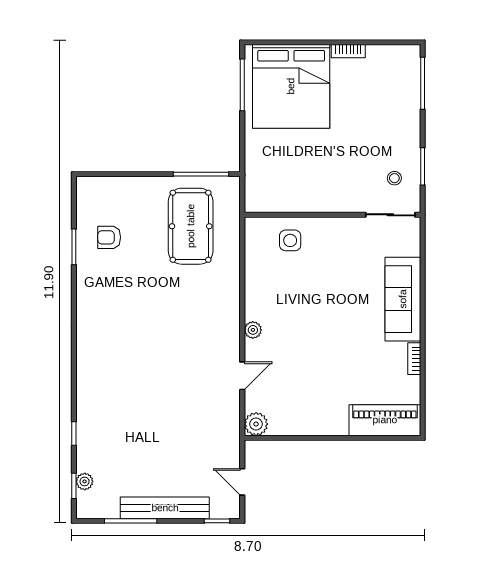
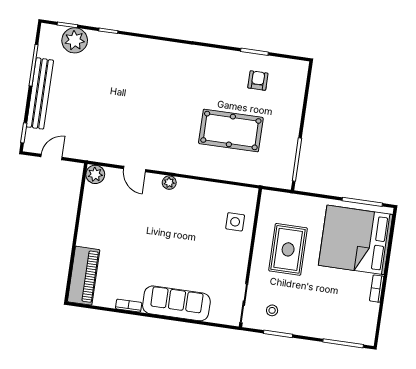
rug: (315, 169) -> (288, 249), added
pool table: (191, 226) -> (231, 130), moved
plant: (85, 481) -> (75, 40), width x1.87, depth x1.87

